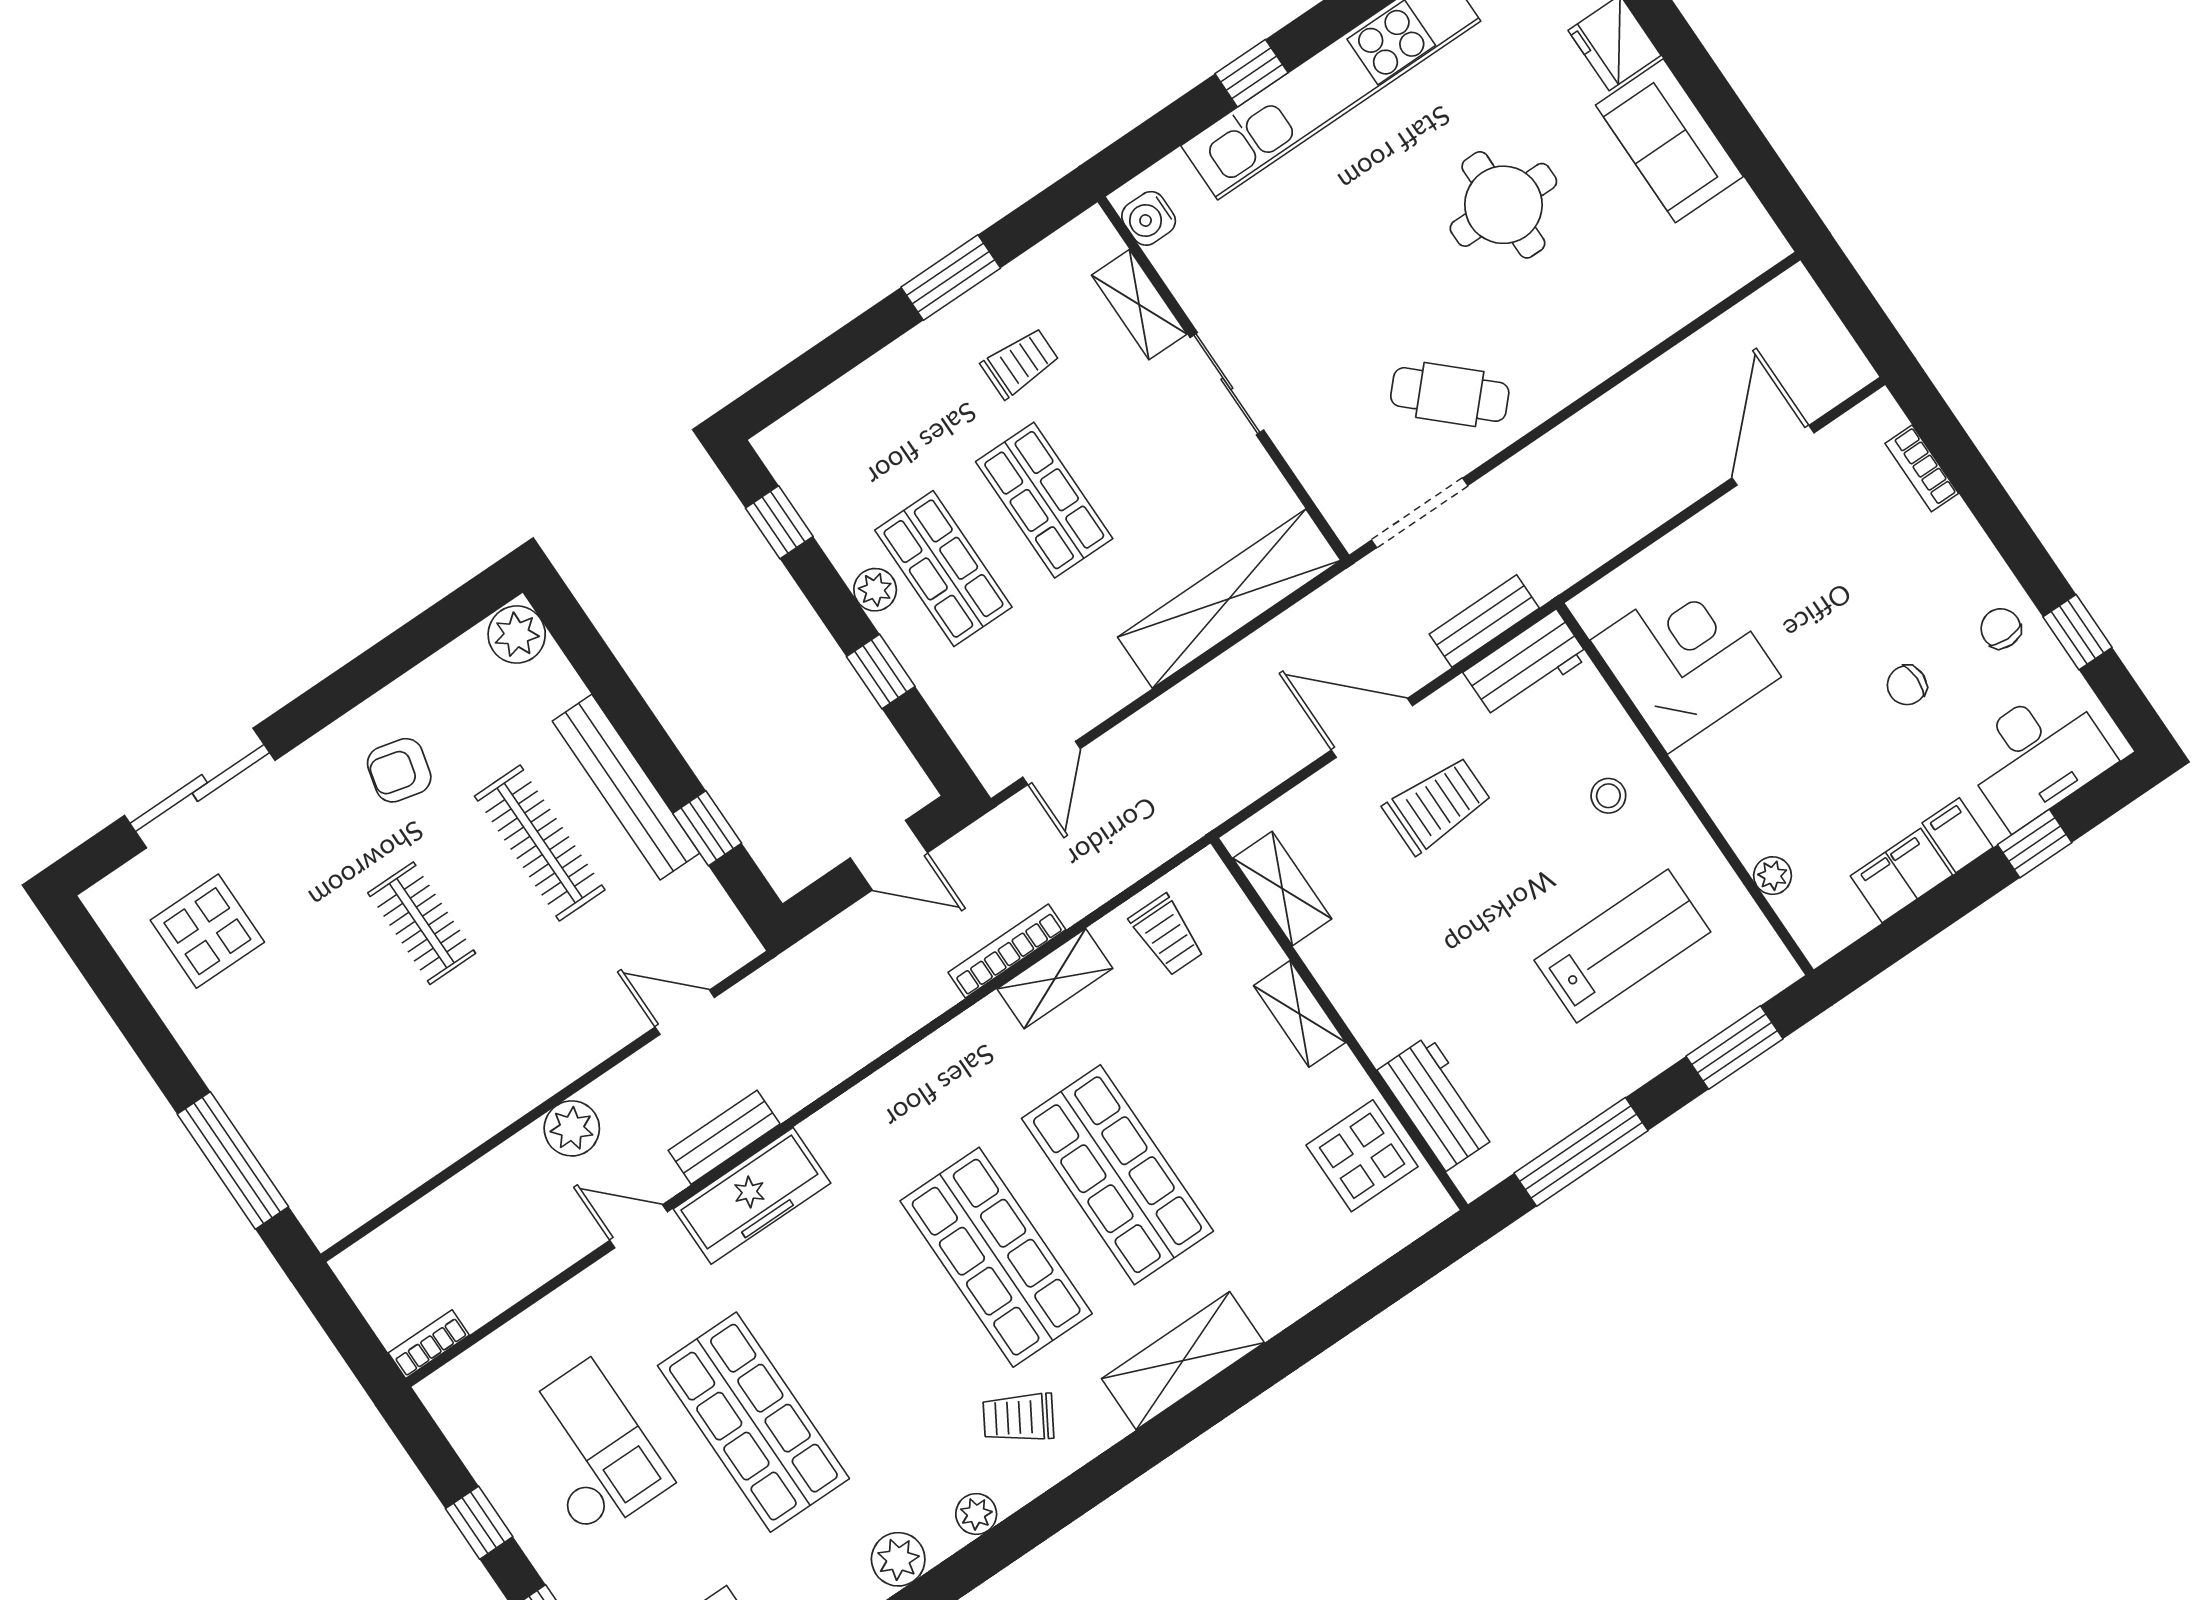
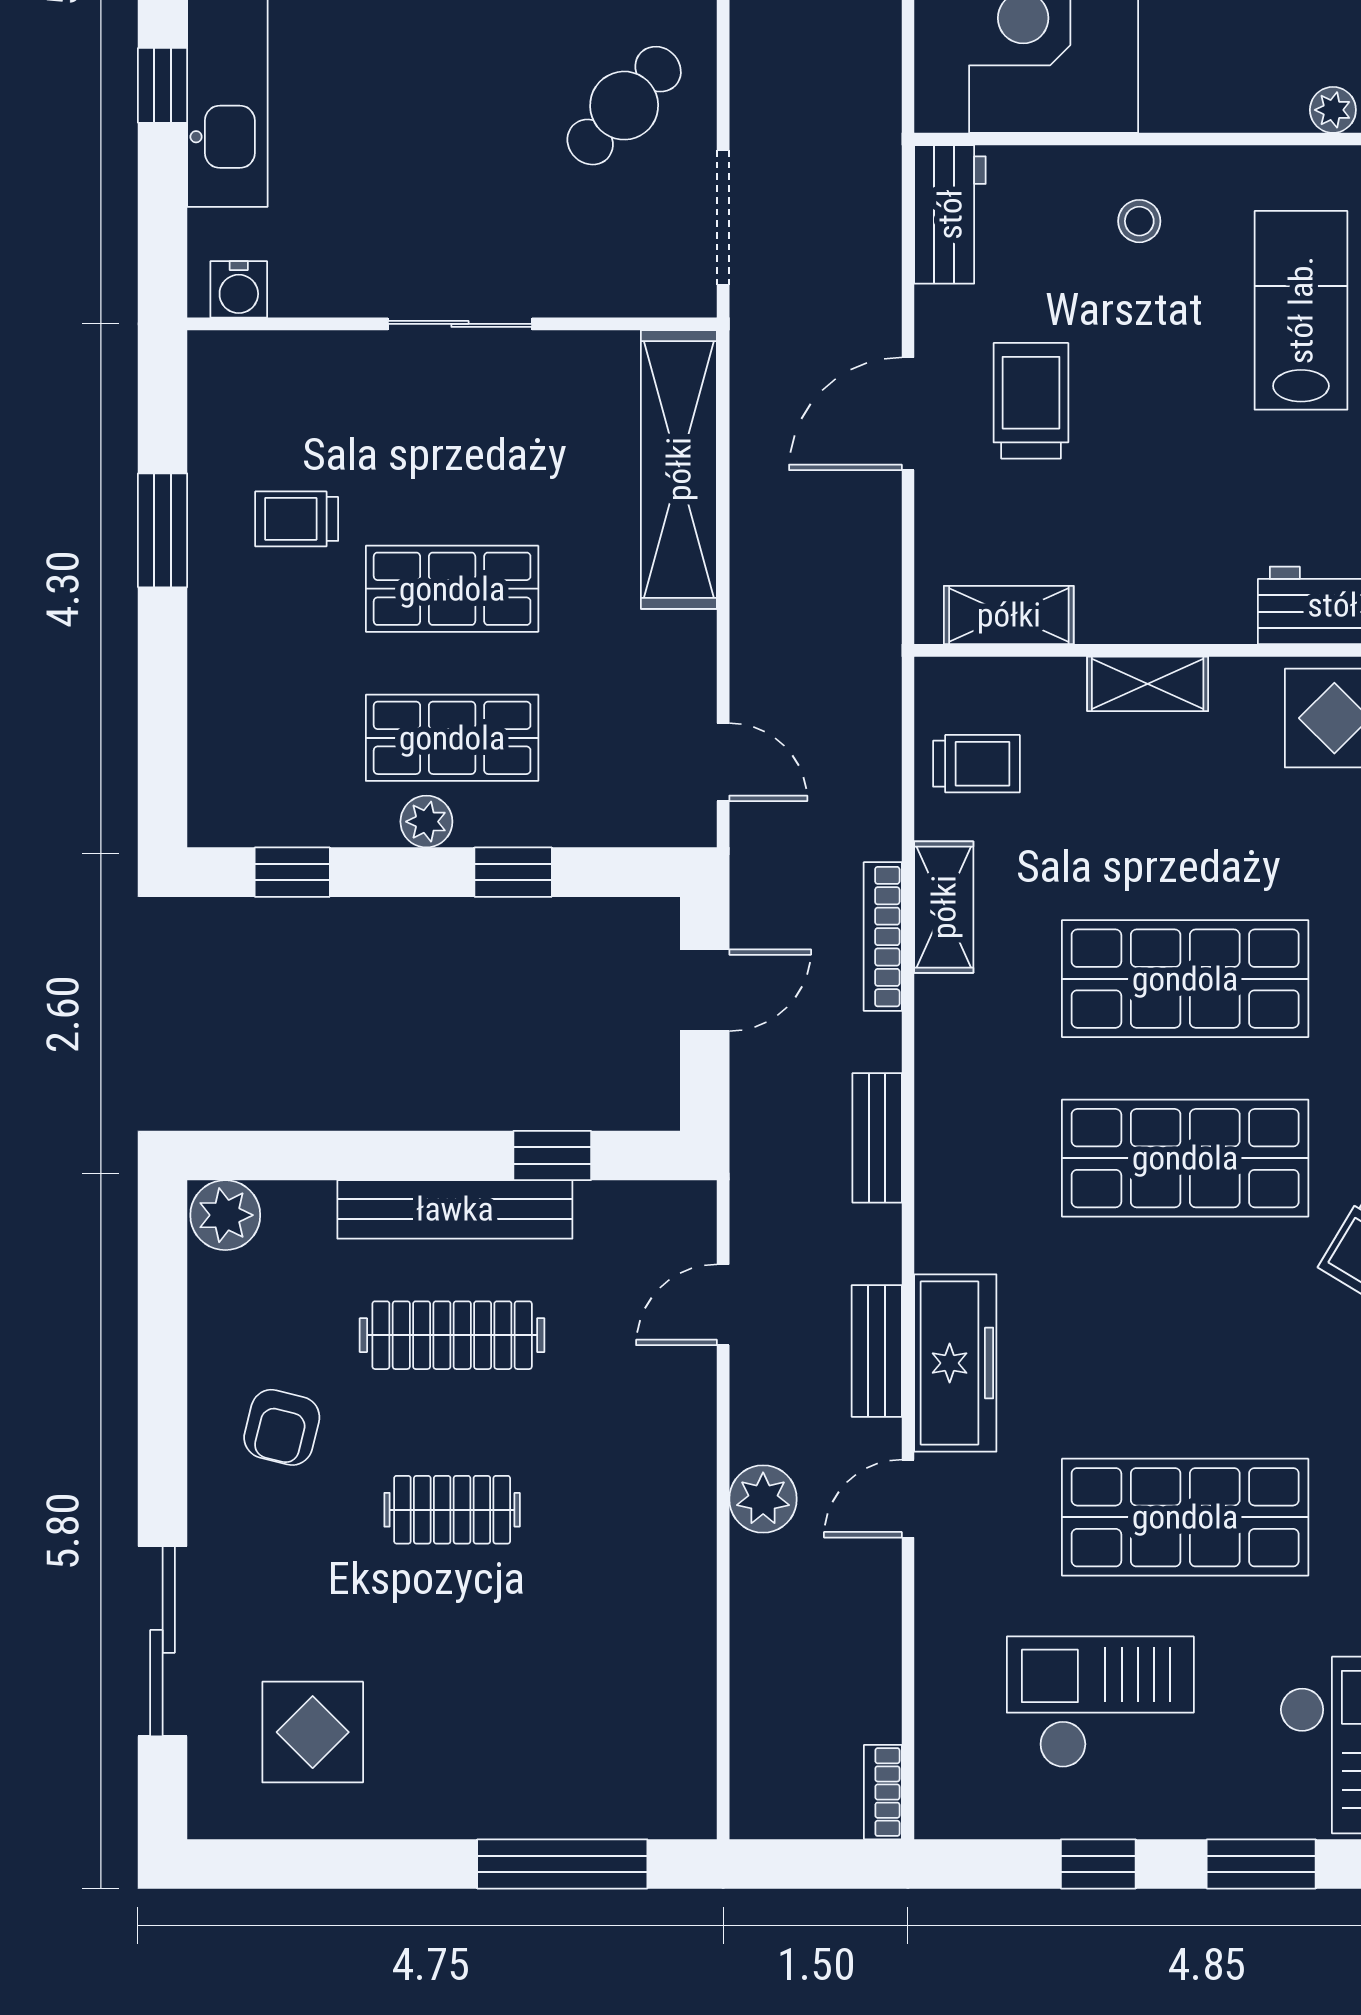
shelving: (1139, 305) -> (320, 358), removed
trolley: (1020, 363) -> (297, 519), turned -90
bench: (1484, 621) -> (877, 1138), moved

